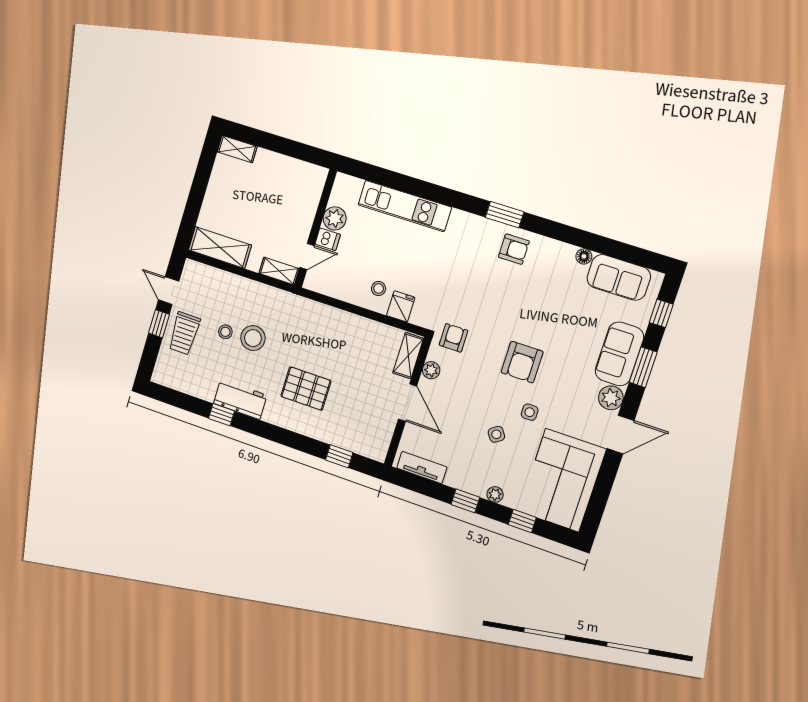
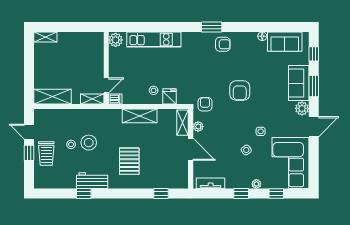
plant: (335, 218) -> (116, 40), moved
dishwasher: (328, 239) -> (115, 99), moved
shelving: (344, 322) -> (140, 116), added
armchair: (522, 362) -> (240, 90), moved
pallet: (306, 389) -> (129, 161), turned 90

